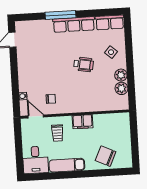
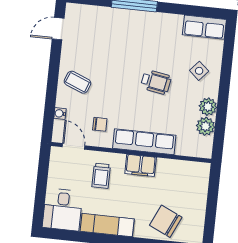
row of seats: (74, 24) -> (144, 142), moved, turned 180
coffee table: (31, 73) -> (77, 82), added

